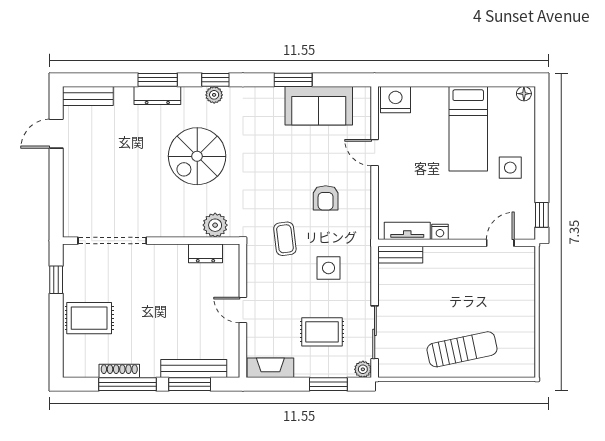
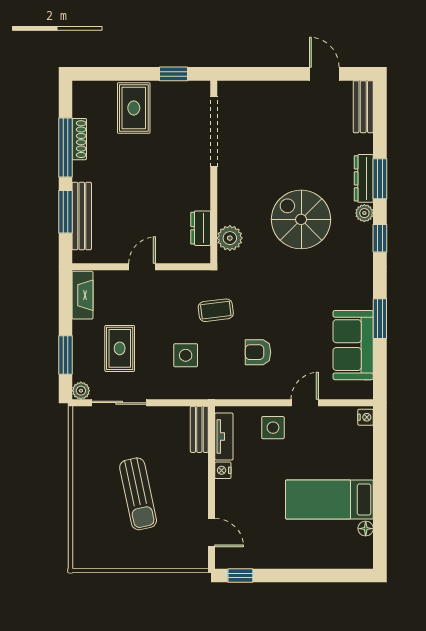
floor lamp: (524, 94) -> (366, 529), moved
plant: (214, 95) -> (364, 213), moved
nightstand: (396, 100) -> (366, 417), width x0.53, depth x0.56
side table: (510, 168) -> (273, 428), moved
sun lounger: (462, 349) -> (138, 494), moved

